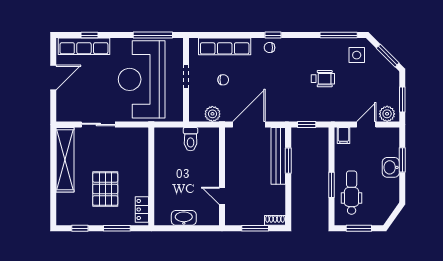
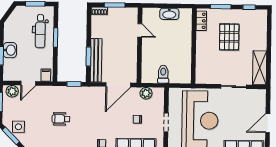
side table: (357, 55) -> (18, 127), moved
shelving: (65, 160) -> (260, 68), width x0.68

